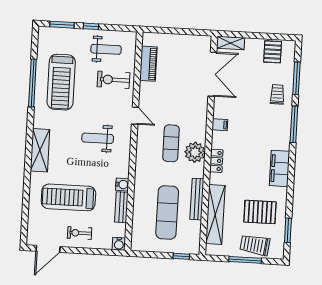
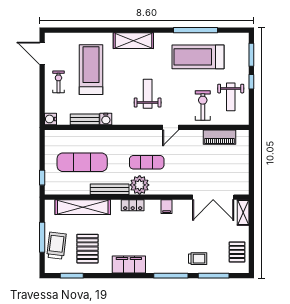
pallet: (273, 52) -> (237, 252), turned 90
bench: (197, 199) -> (110, 189), moved

